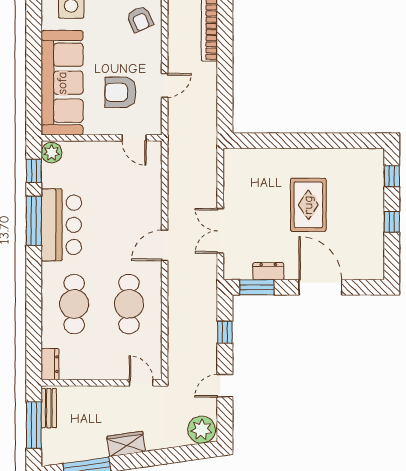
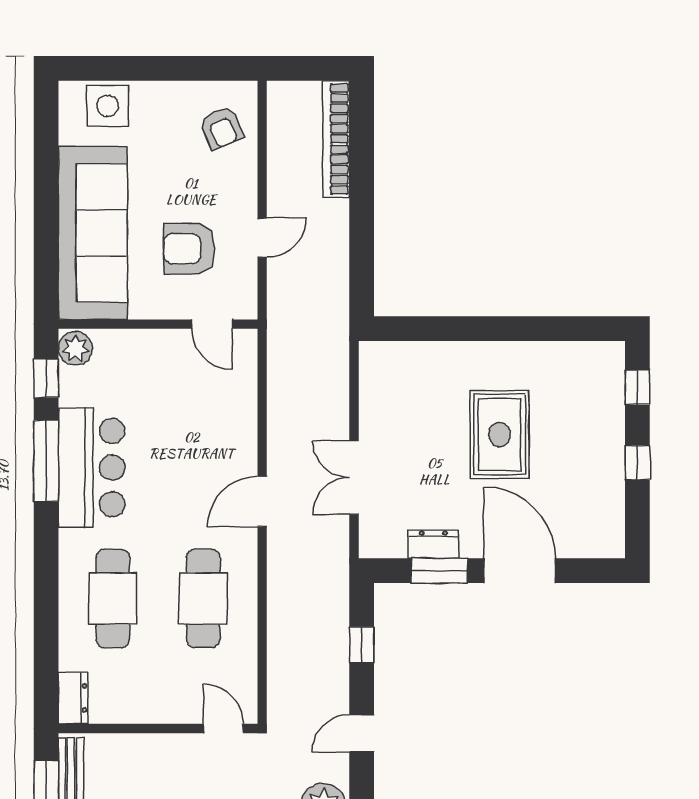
window: (257, 287) -> (439, 571), moved

